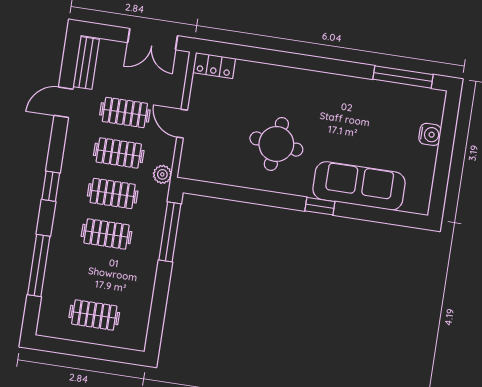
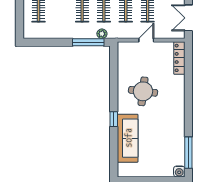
locker: (214, 66) -> (179, 58), width x1.53
water cooler: (430, 134) -> (179, 171), moved
plant: (162, 174) -> (102, 34), moved

